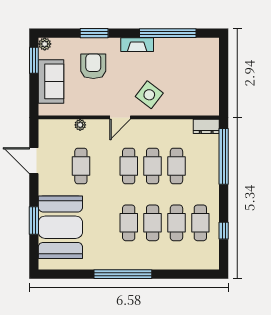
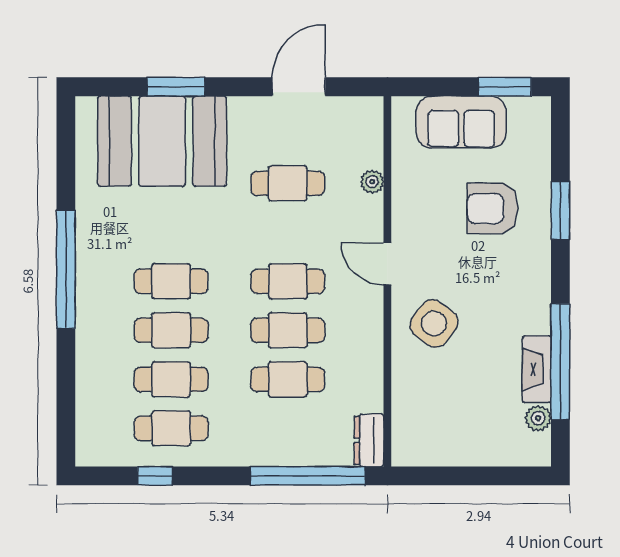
plant: (45, 44) -> (538, 418), moved
fireplace: (137, 45) -> (537, 369), moved
armchair: (93, 66) -> (492, 209), turned 180

